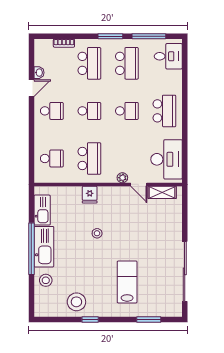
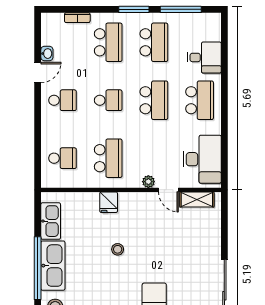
desk: (168, 56) -> (204, 57), moved
school desk: (127, 111) -> (154, 100), width x1.85

